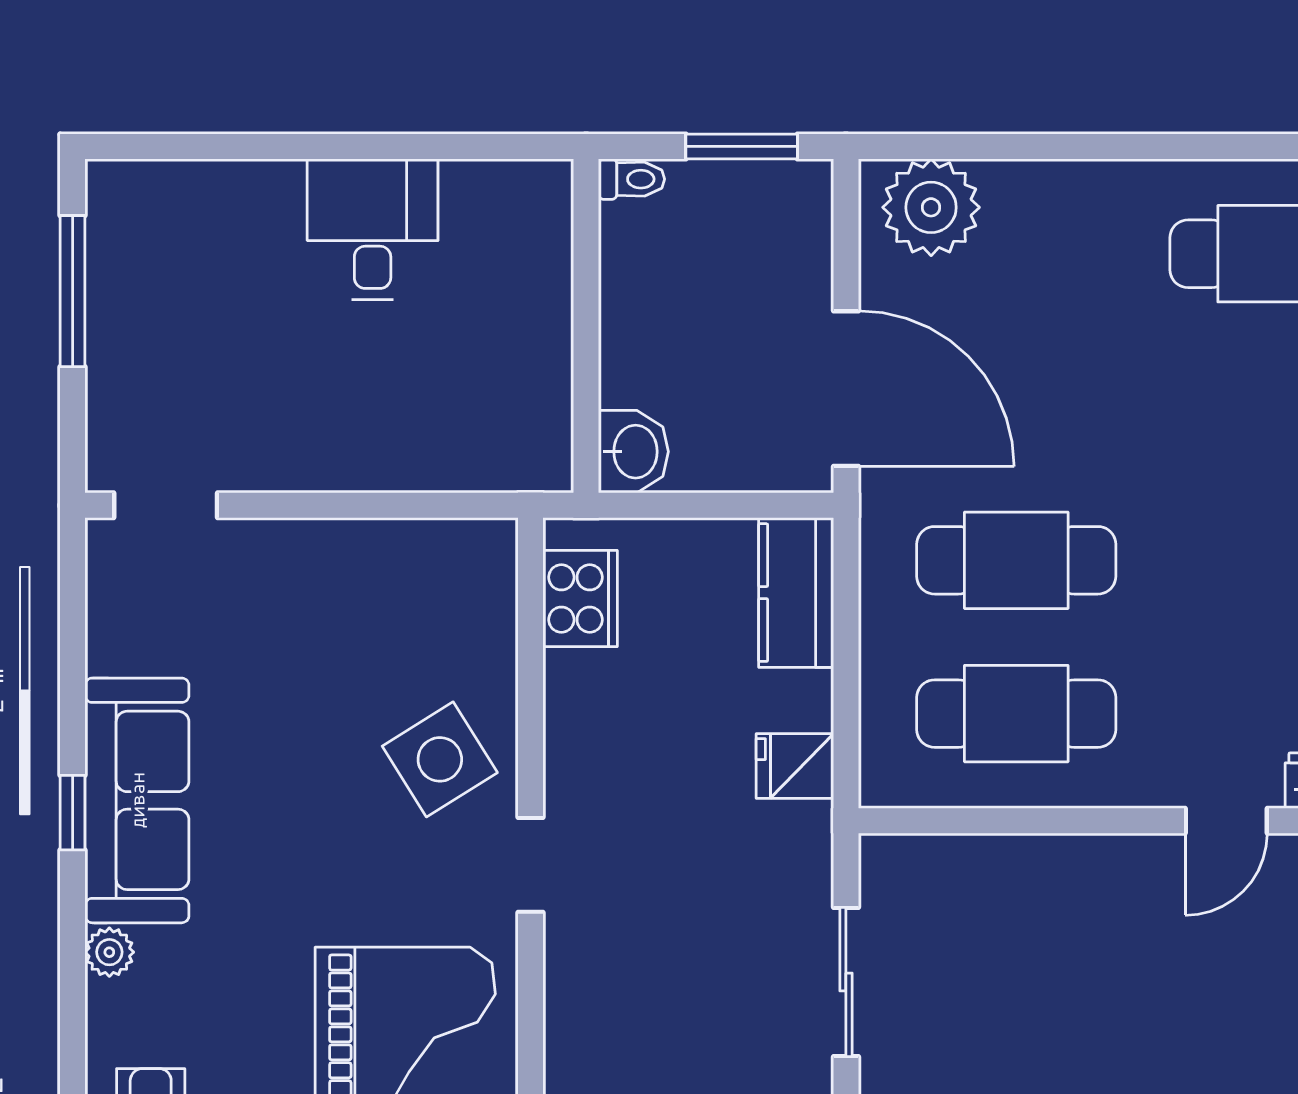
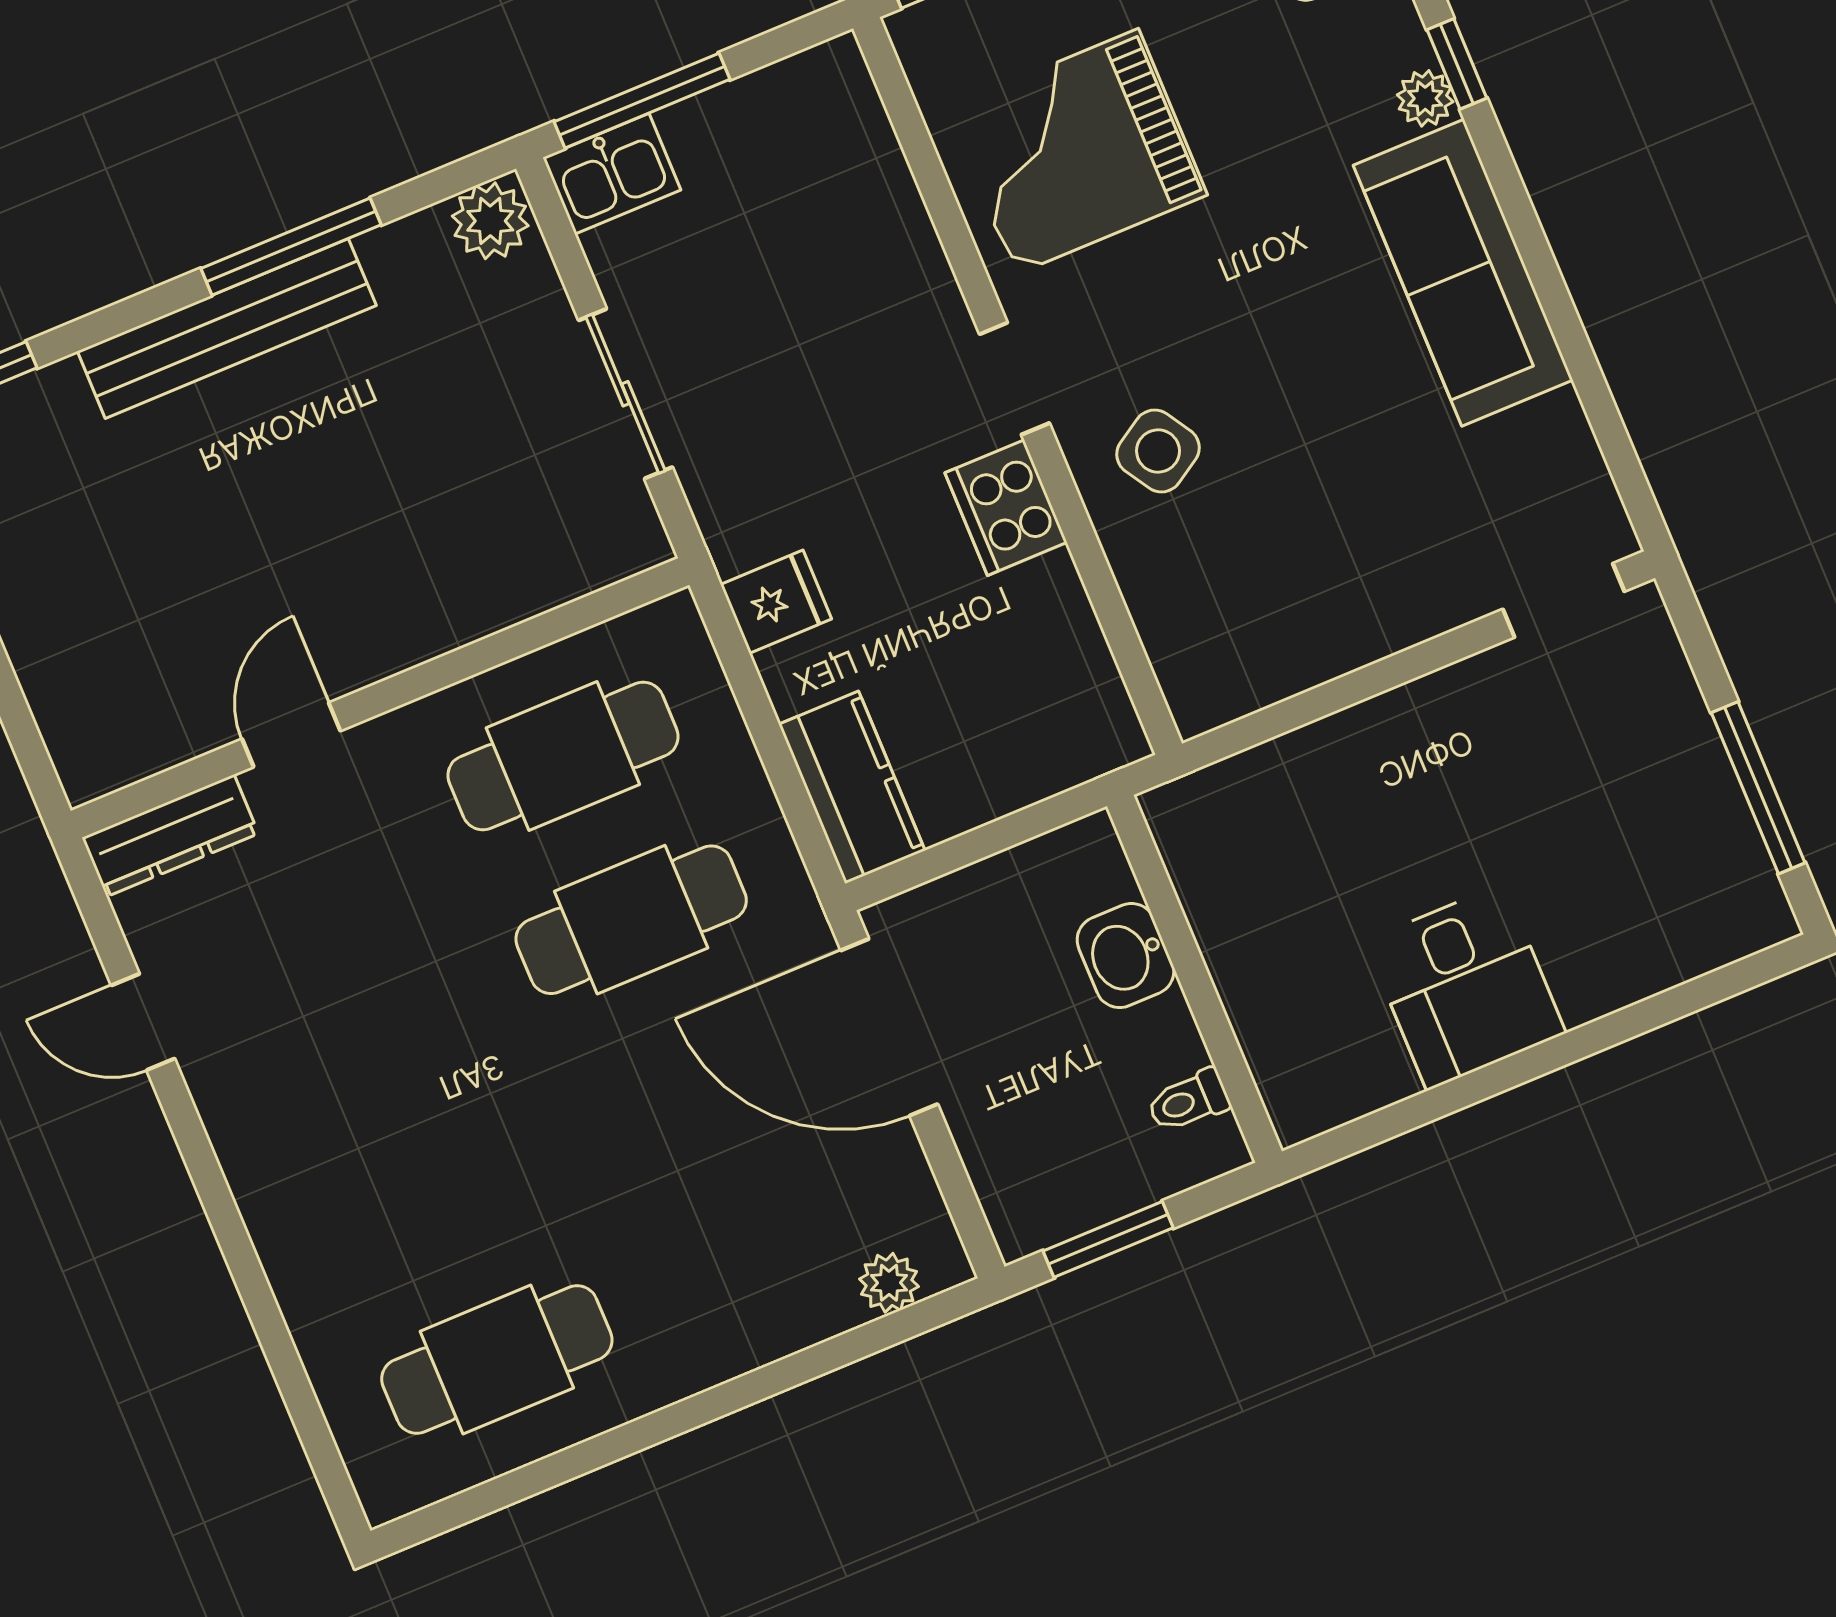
toilet: (632, 179) -> (1188, 1101), moved
plant: (931, 207) -> (889, 1283), width x0.53, depth x0.53
washbasin: (633, 452) -> (1126, 956), moved
cooker: (580, 598) -> (1006, 508), moved
side table: (440, 759) -> (1158, 451), width x0.73, depth x0.73
window: (73, 813) -> (1457, 64), moved

